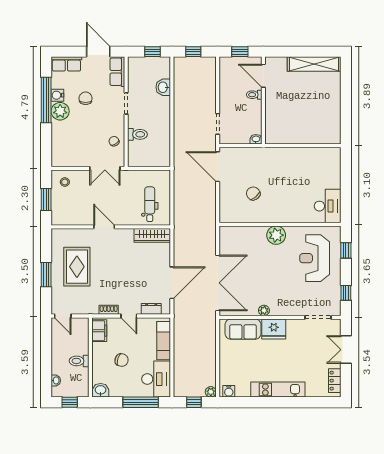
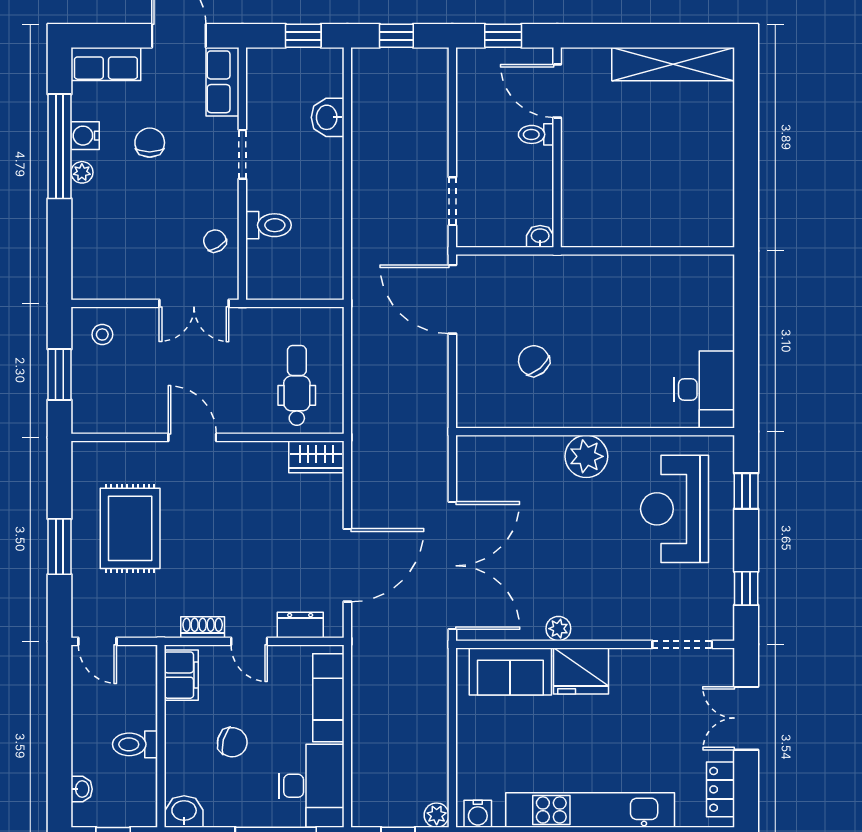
plant: (60, 111) -> (82, 172), width x0.53, depth x0.53
wardrobe: (152, 235) -> (316, 457), width x0.67
kitchen unit: (278, 390) -> (590, 810), width x1.36

